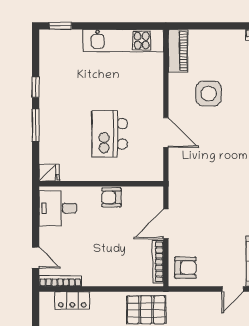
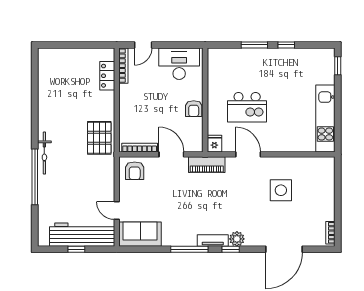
piano: (178, 51) -> (207, 165), moved
door: (166, 132) -> (248, 154), swing flipped
kitchen island: (110, 134) -> (247, 107), turned 180
fridge: (49, 173) -> (214, 144), moved, turned 180
armchair: (111, 197) -> (194, 109), turned 180
desk: (58, 208) -> (179, 64), width x1.37

